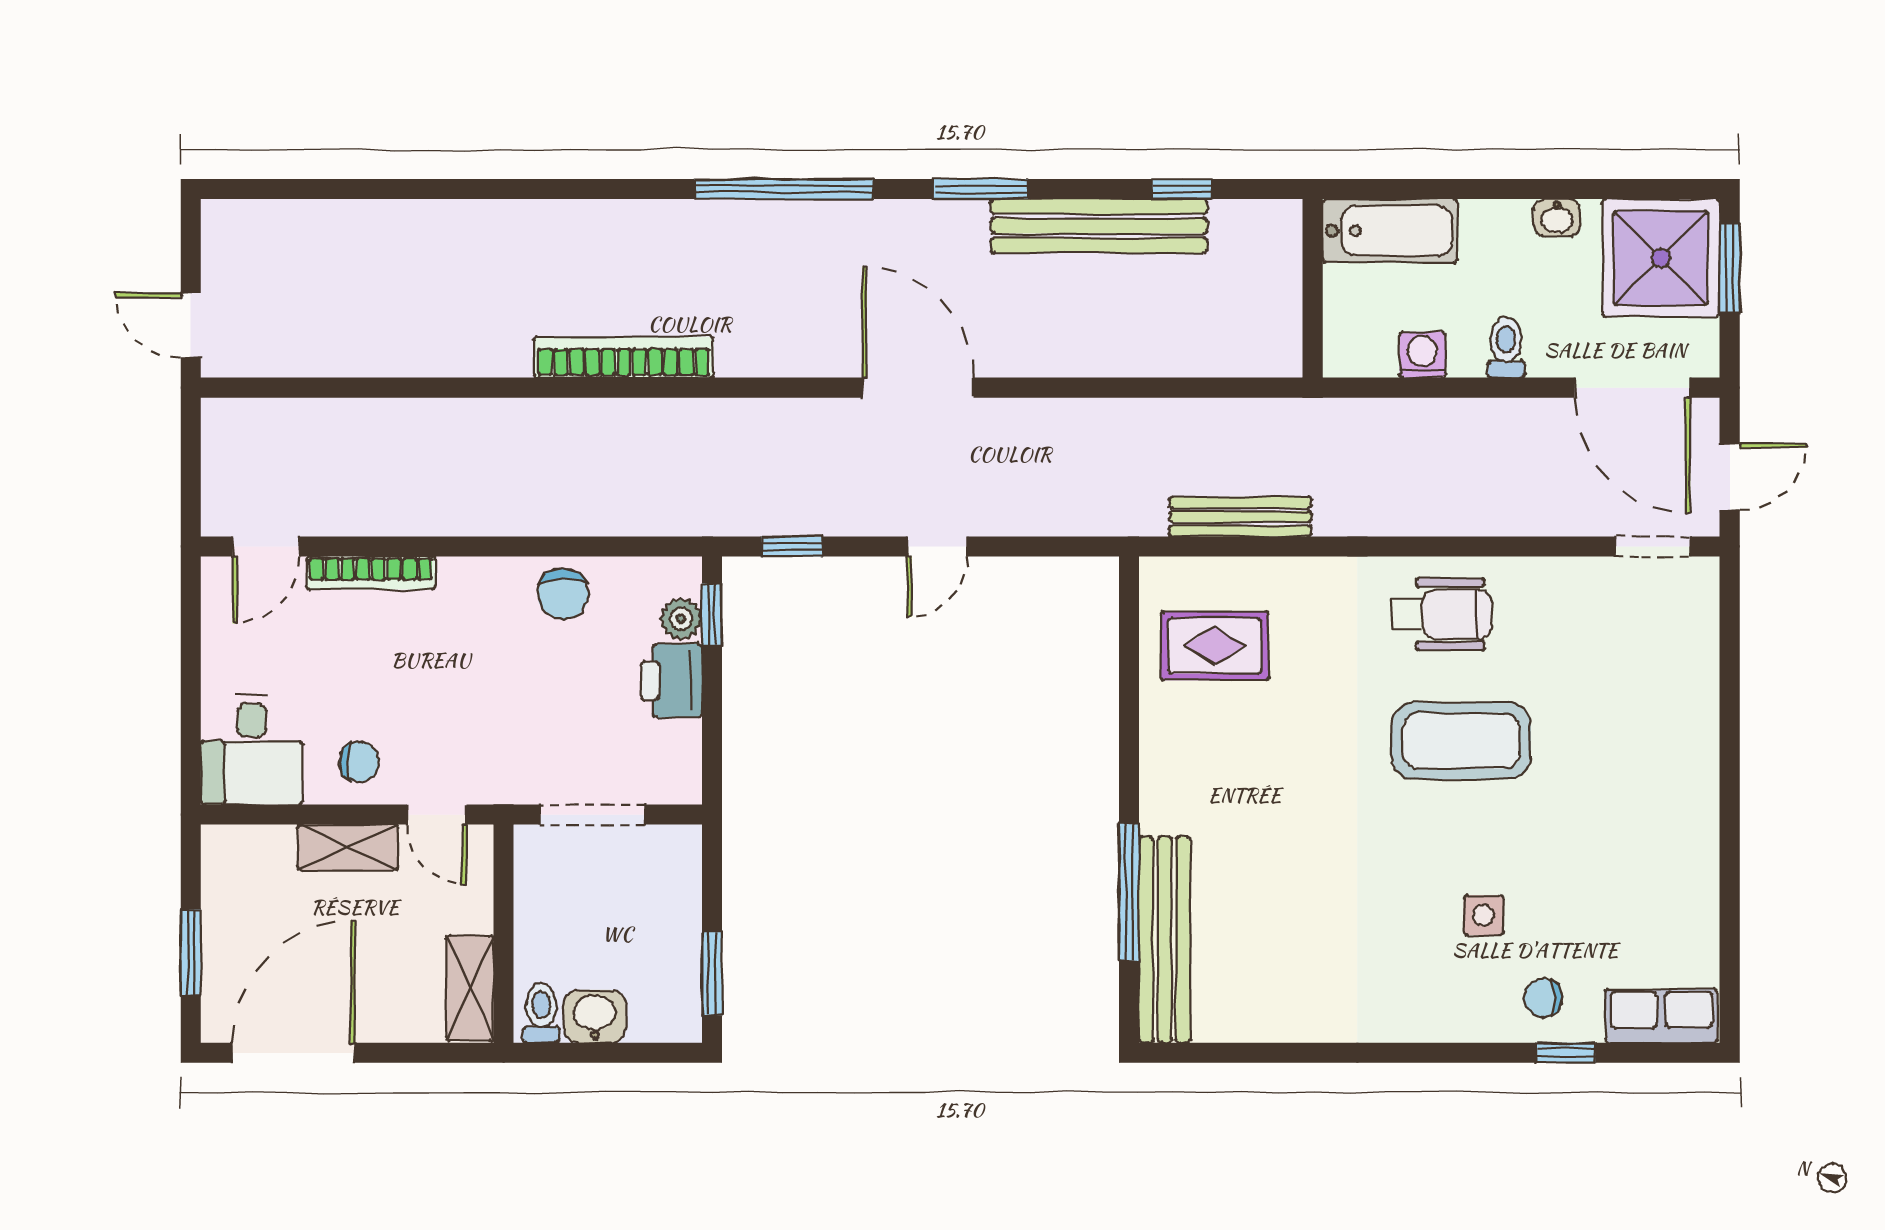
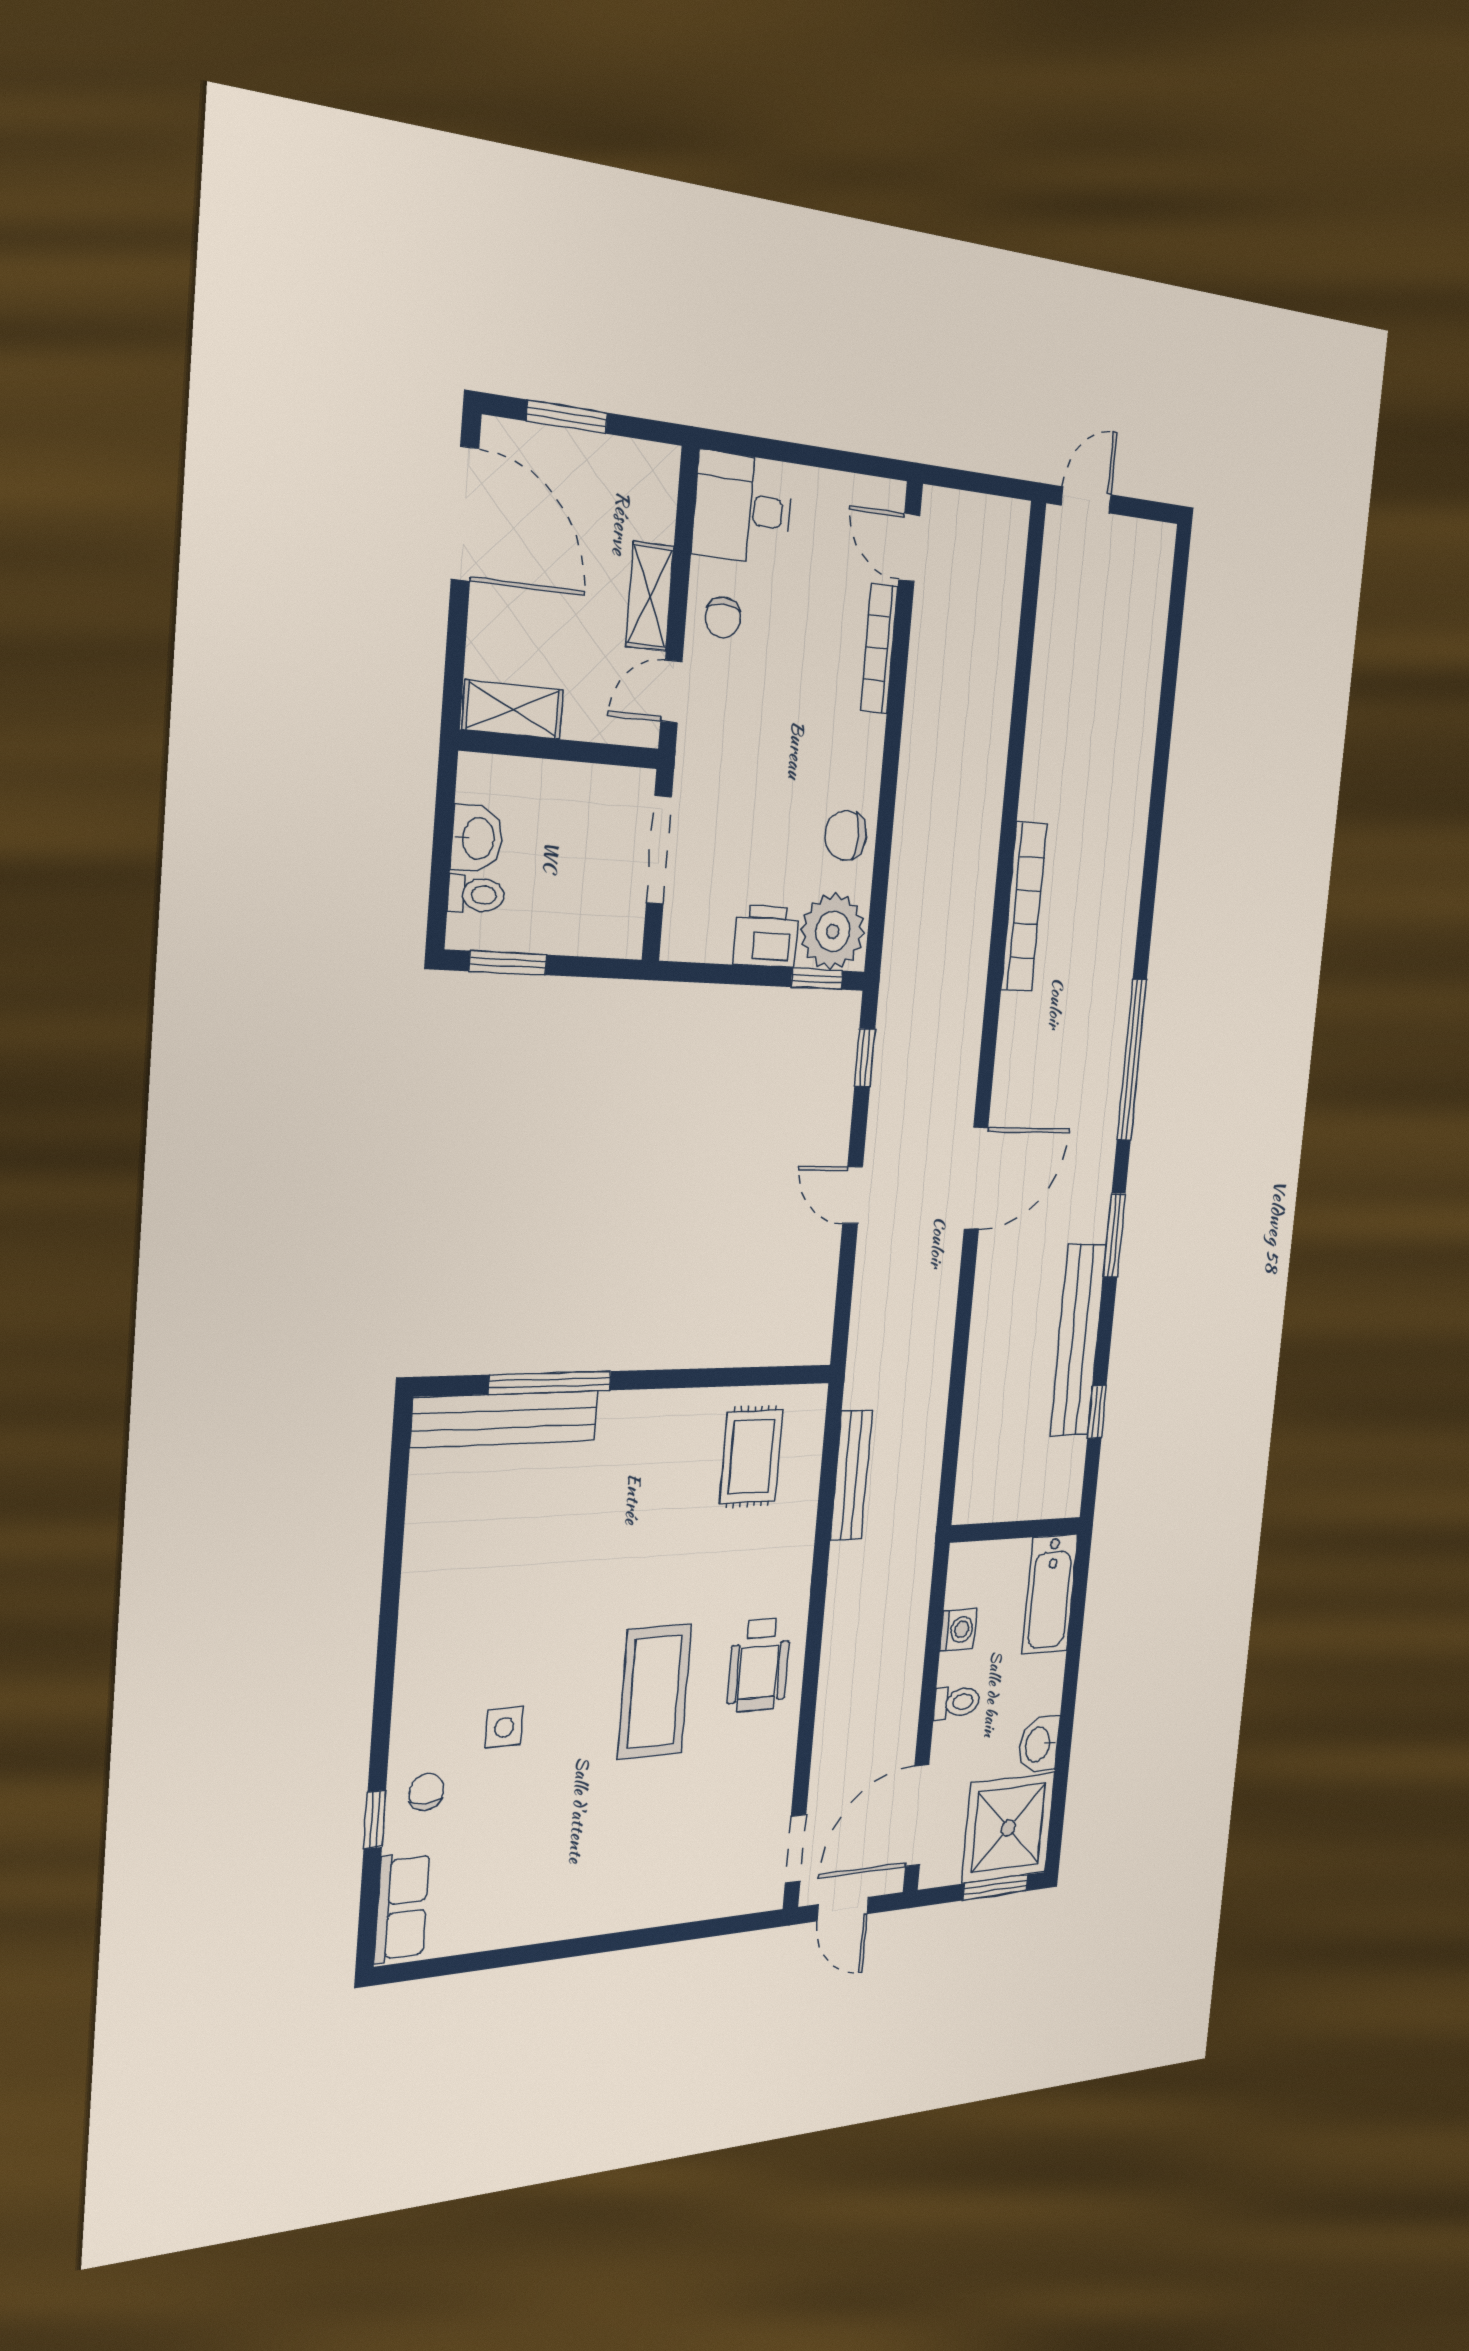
washbasin: (1557, 218) -> (1039, 1744), width x1.38, depth x1.45
plant: (681, 619) -> (833, 931), width x1.87, depth x1.87
toilet: (541, 1013) -> (476, 895), moved

